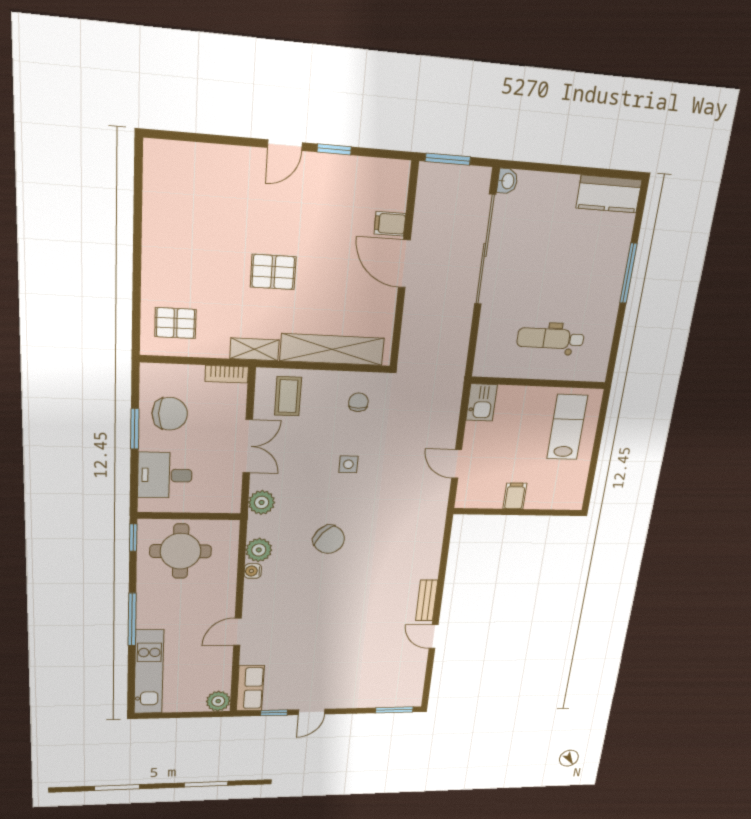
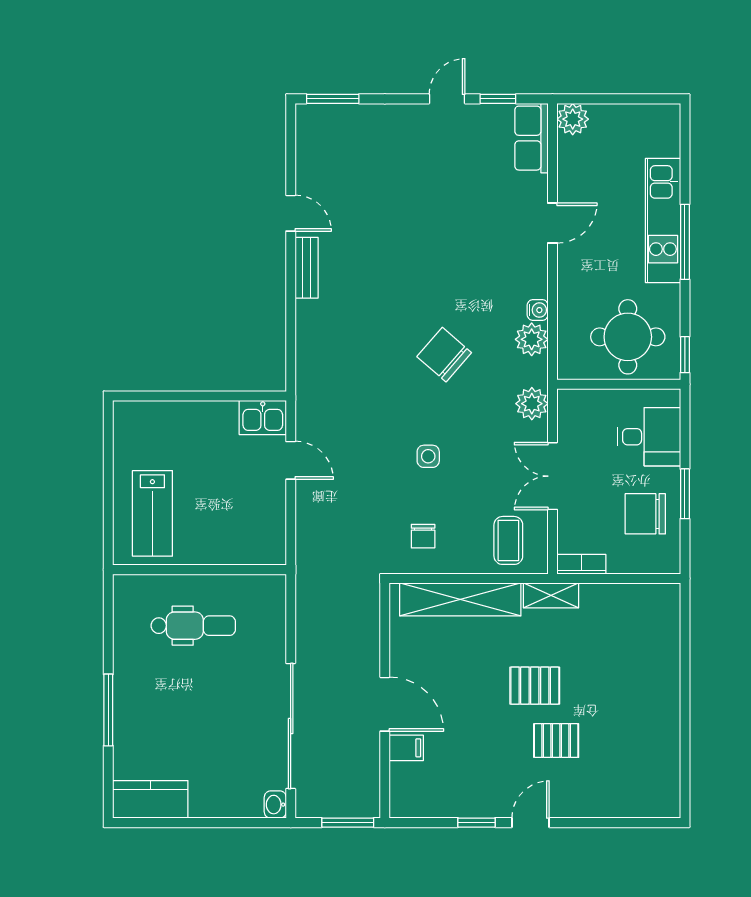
pallet: (175, 323) -> (556, 741), moved
kitchen sink: (482, 402) -> (263, 417), moved, turned -90
filing cabinet: (515, 496) -> (207, 418), removed
kitchen unit: (149, 672) -> (663, 220), moved

